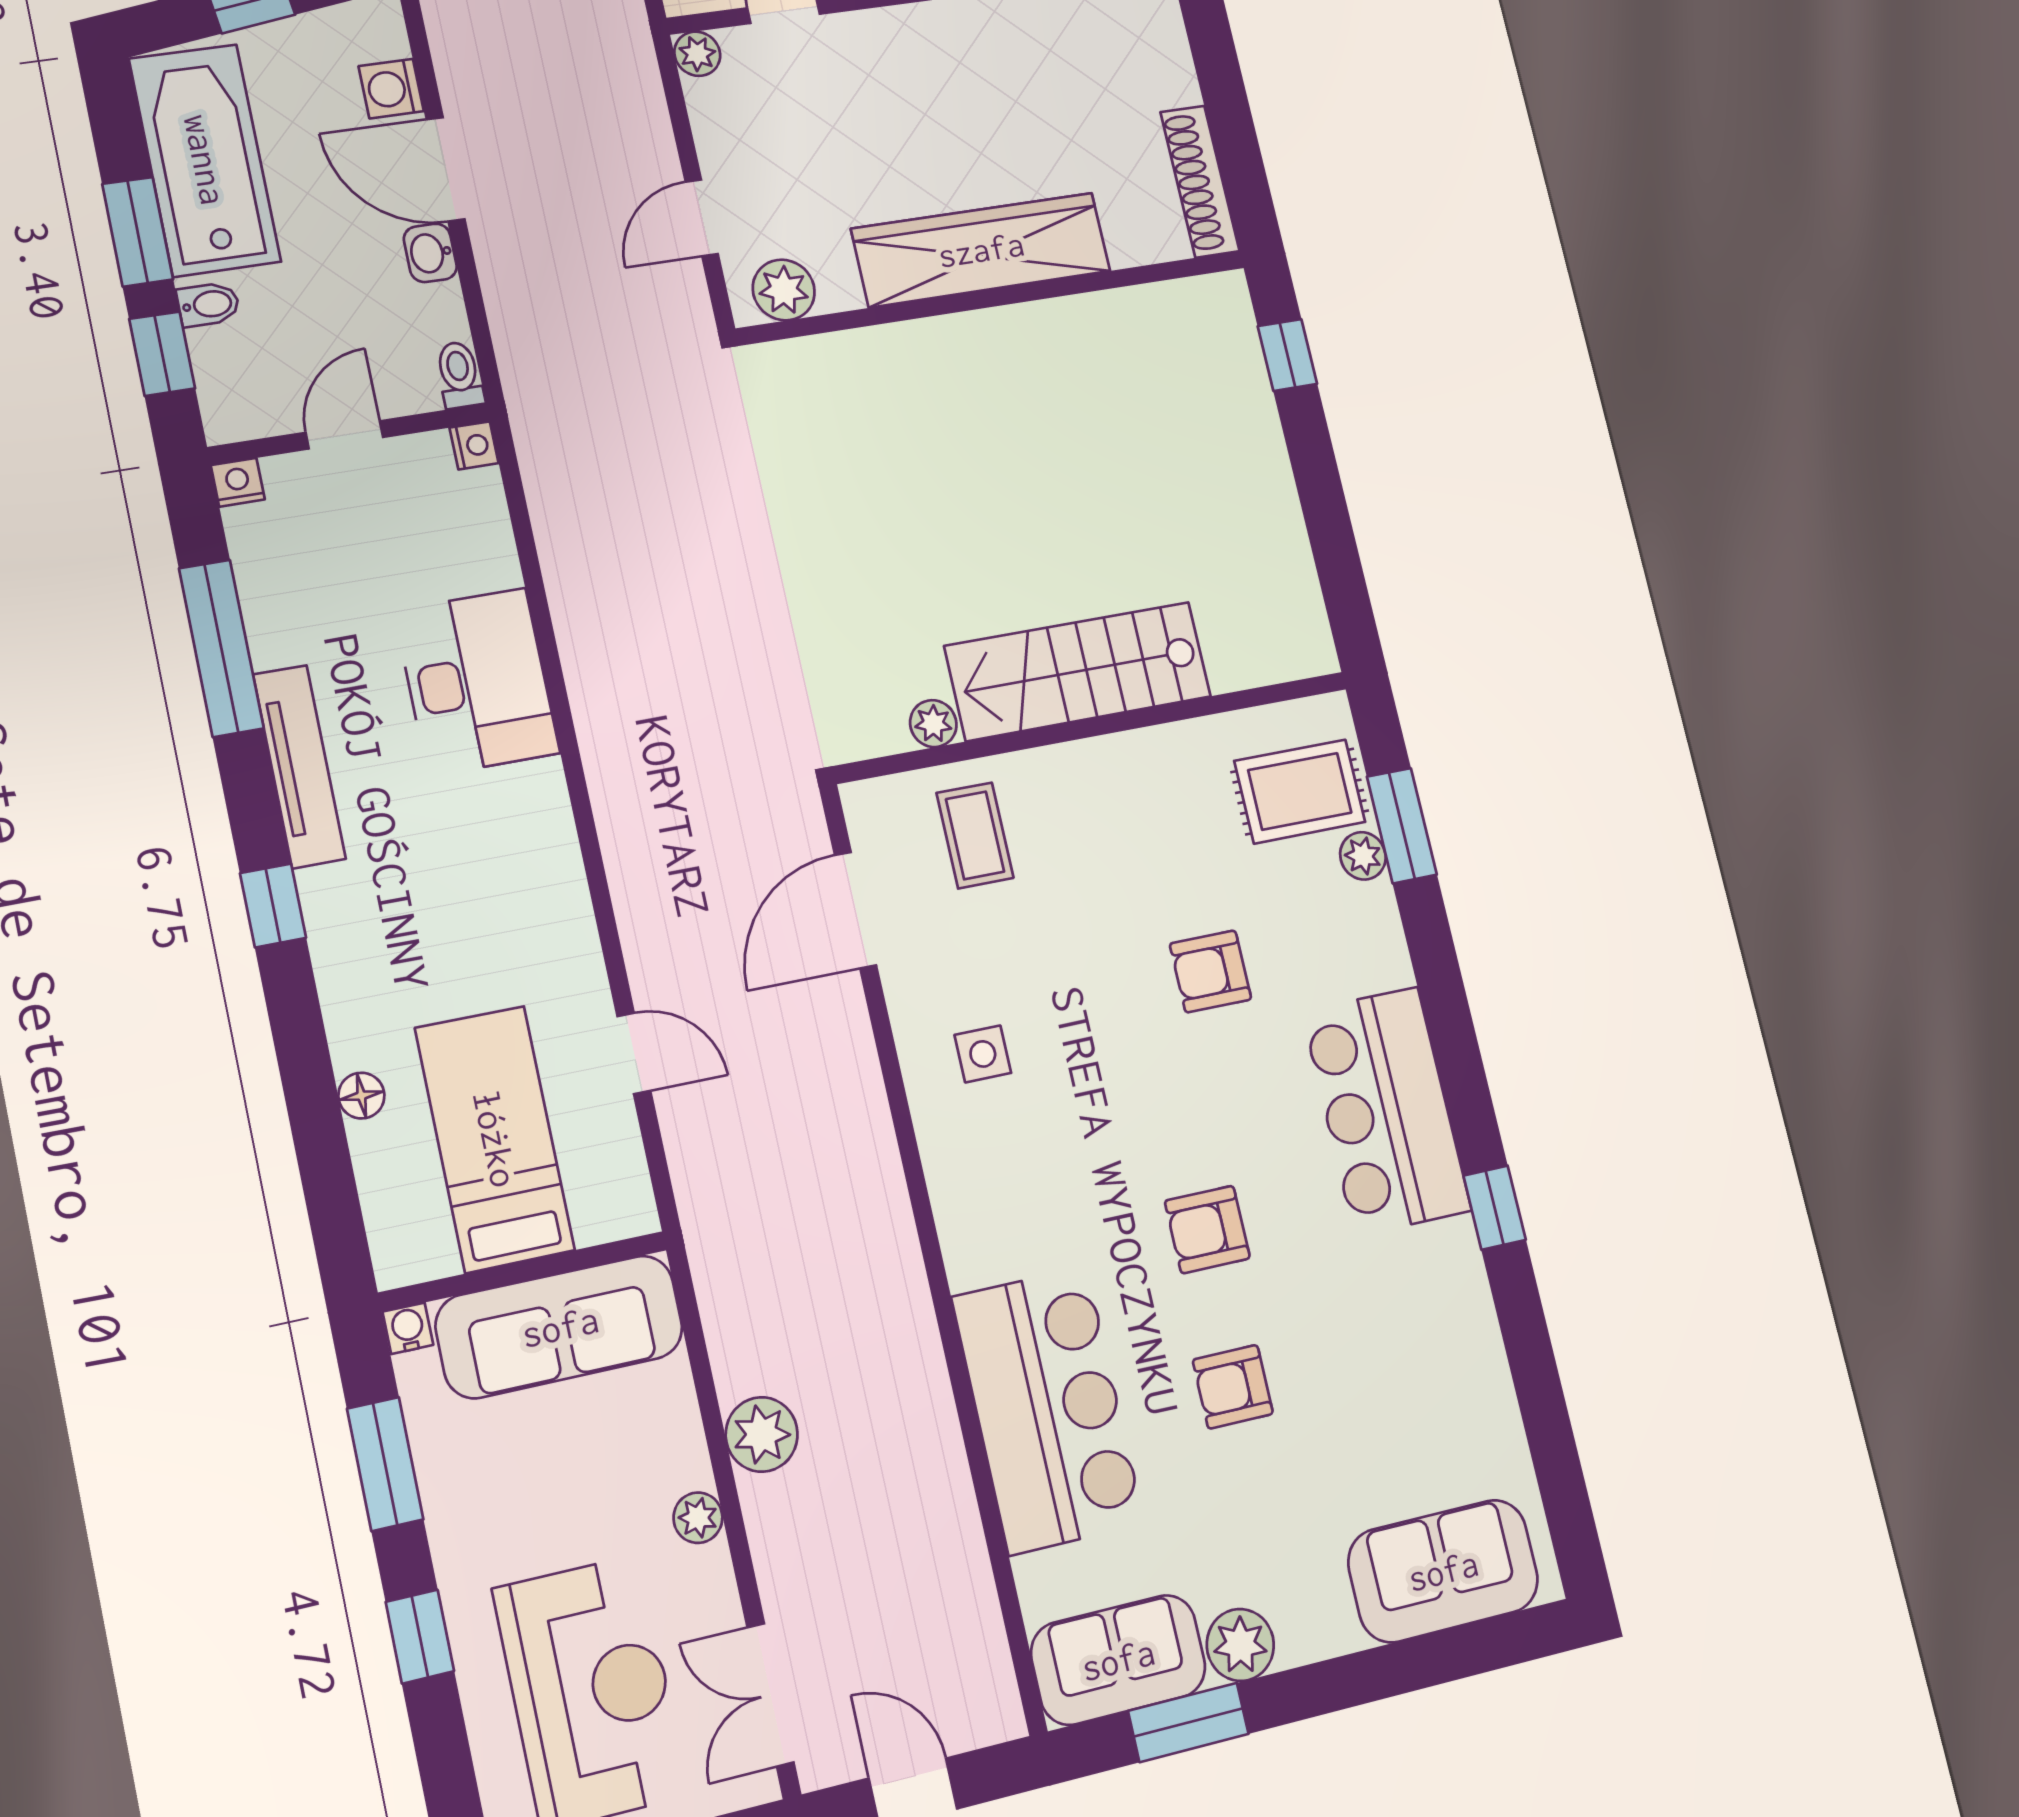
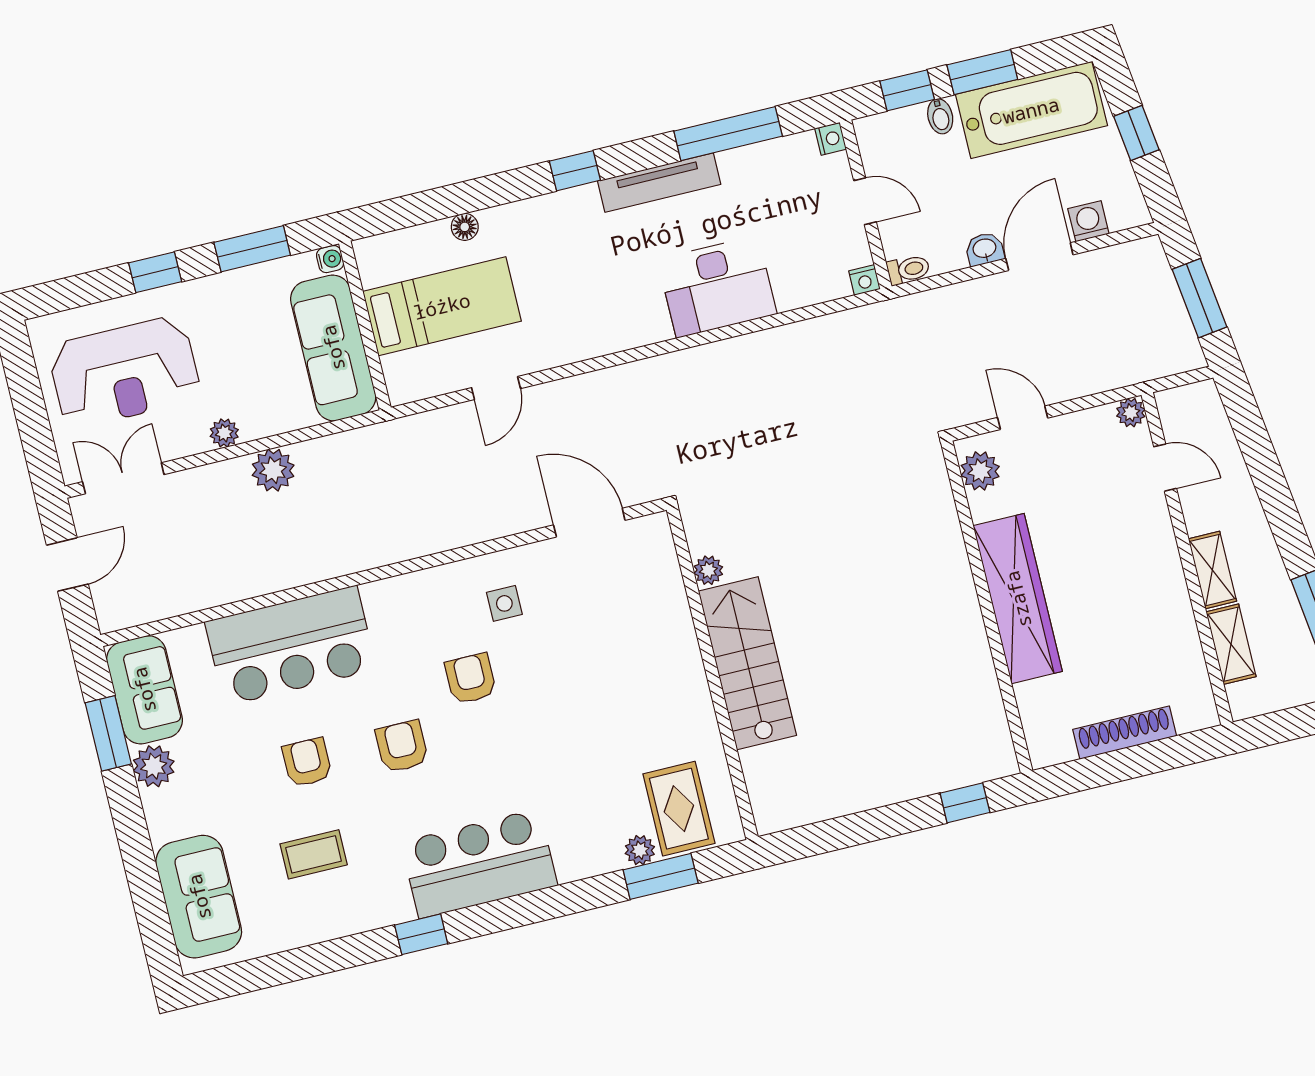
shoe rack: (1200, 182) -> (1125, 733), moved
coffee table: (975, 835) -> (314, 854), moved
armchair: (1211, 971) -> (471, 679), moved

